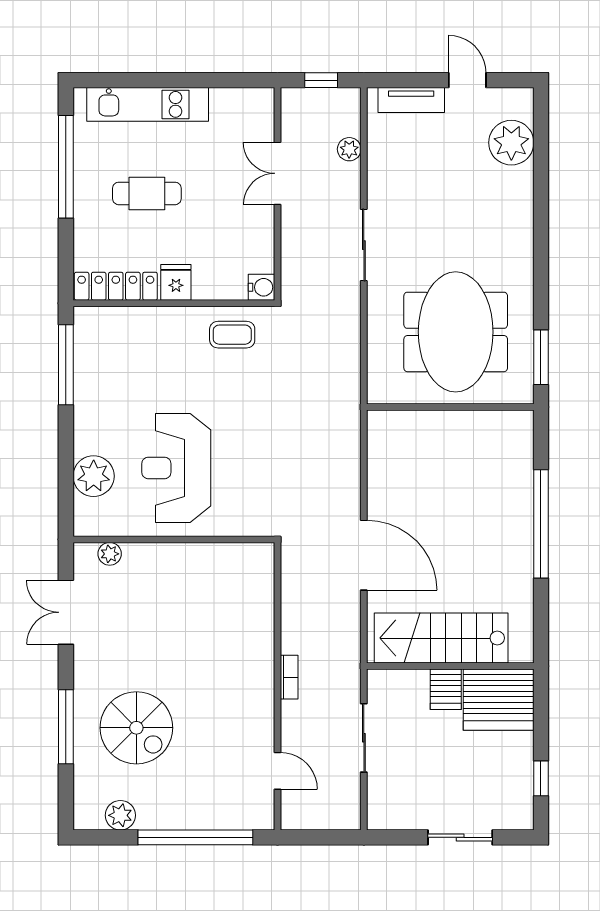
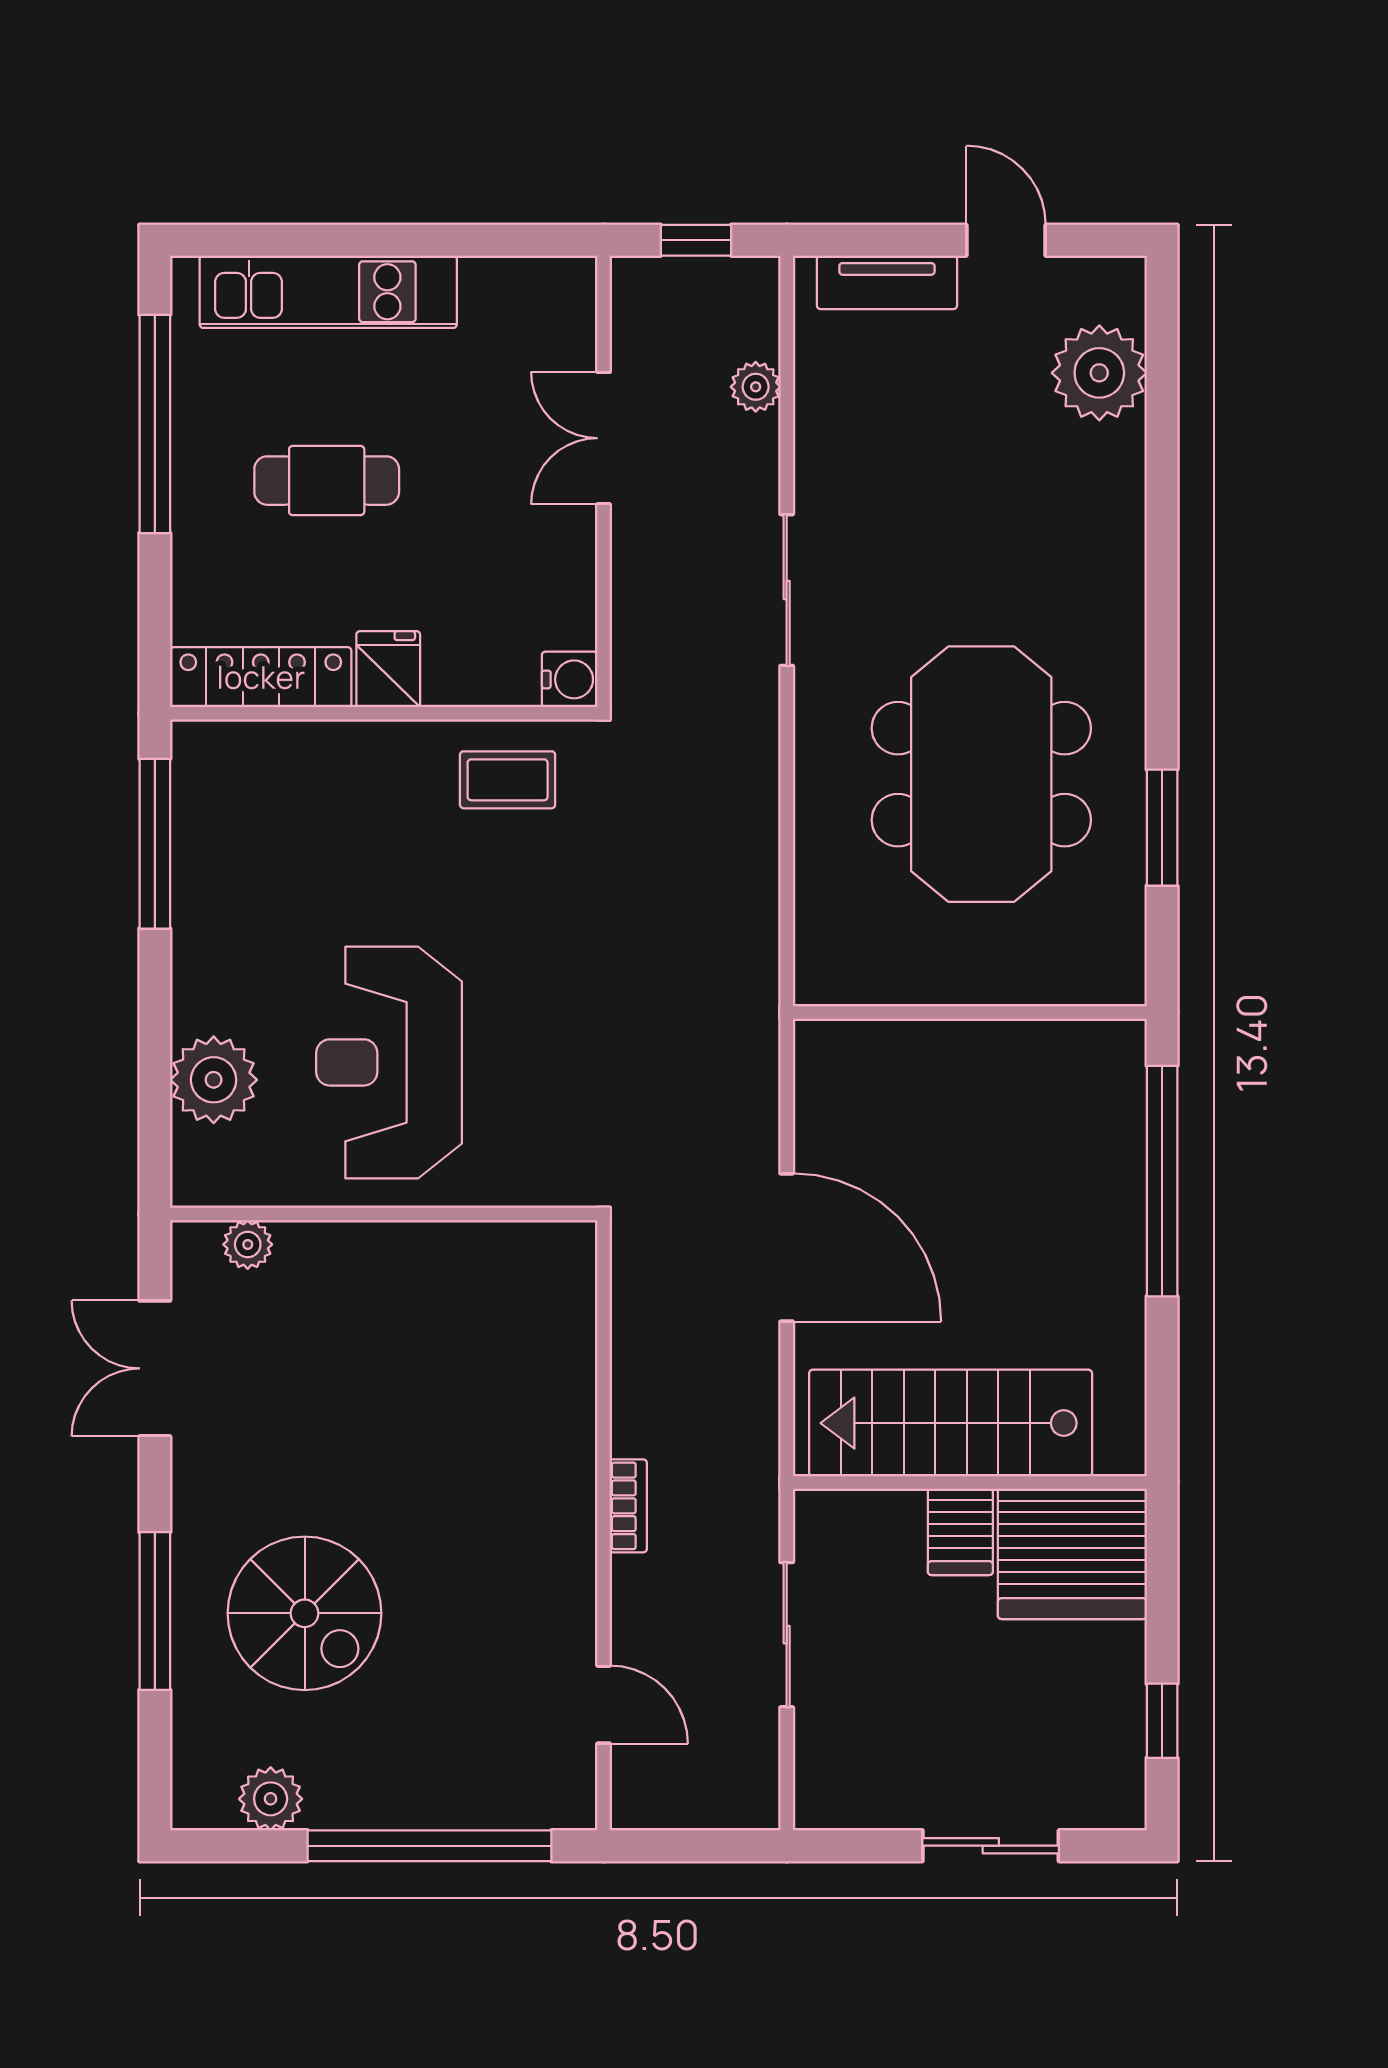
wall: (450, 407) -> (970, 1012), moved

